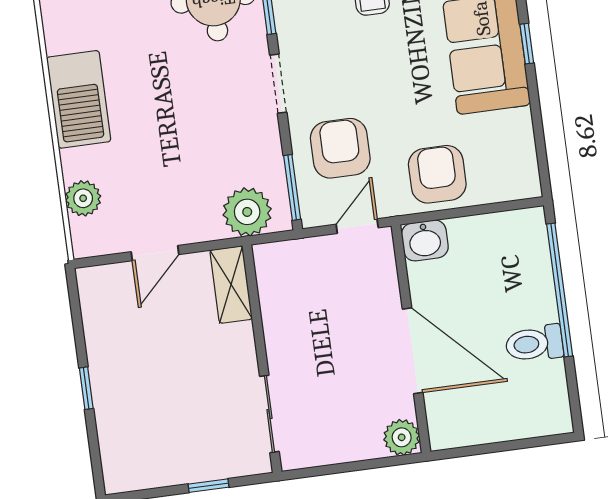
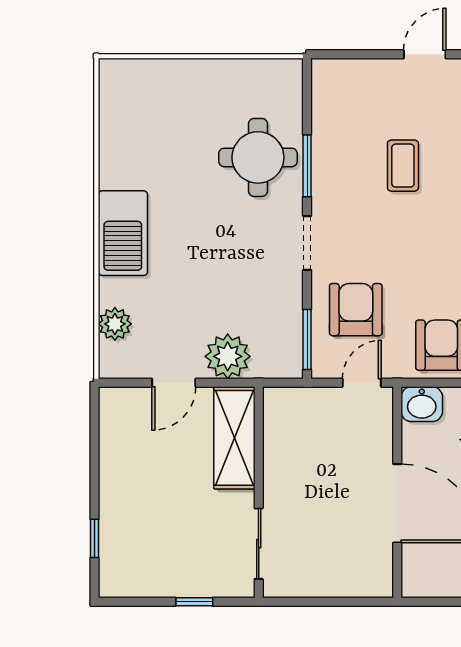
plant: (247, 212) -> (228, 356), moved
shelving: (231, 285) -> (234, 438), width x1.50, depth x1.33
window: (86, 388) -> (94, 538), moved
plant: (402, 437) -> (377, 581), removed

